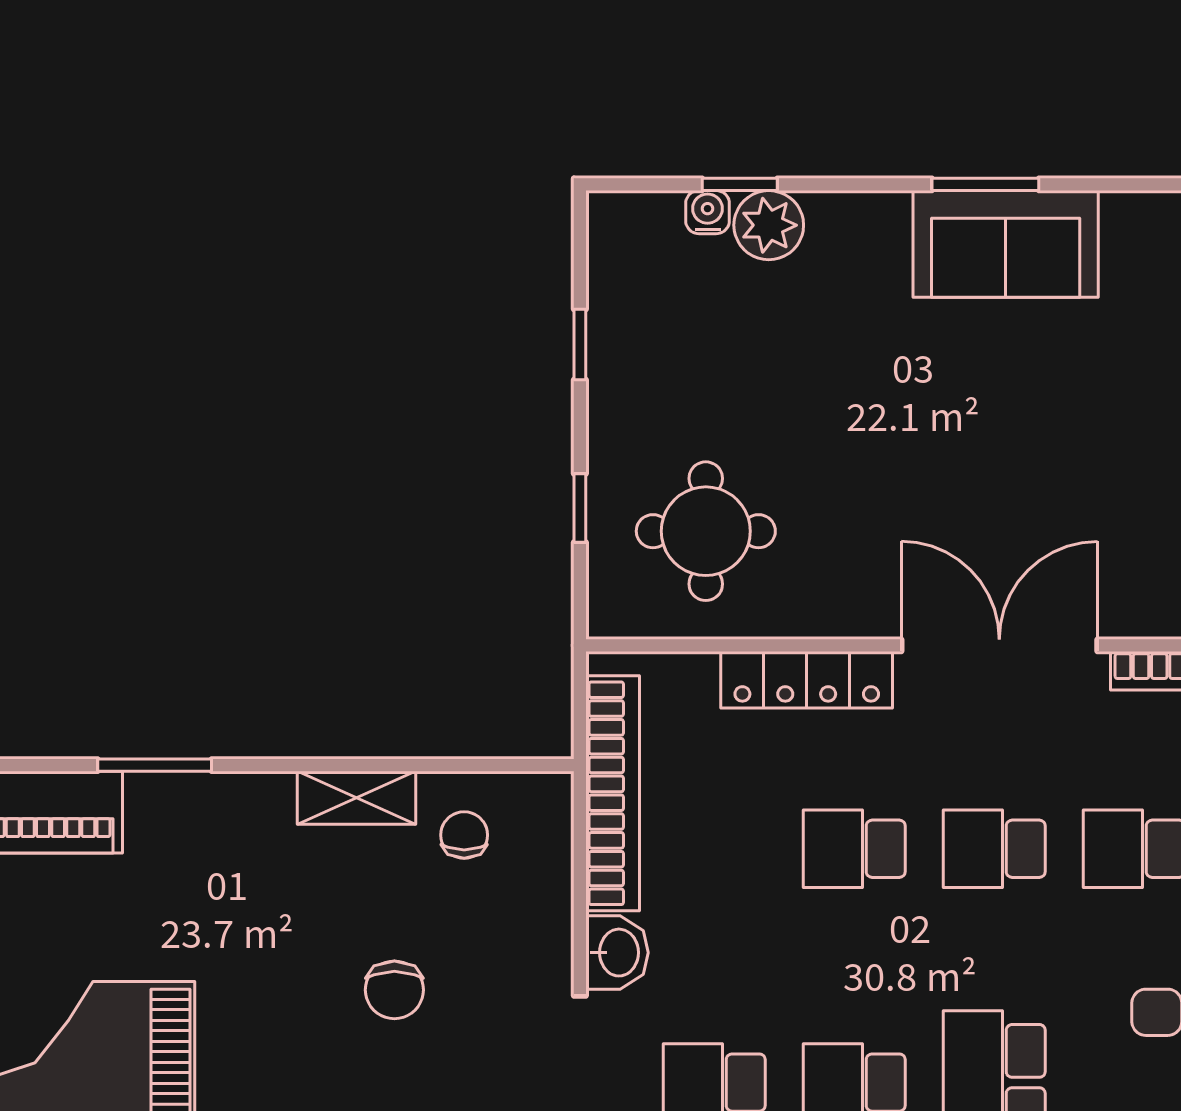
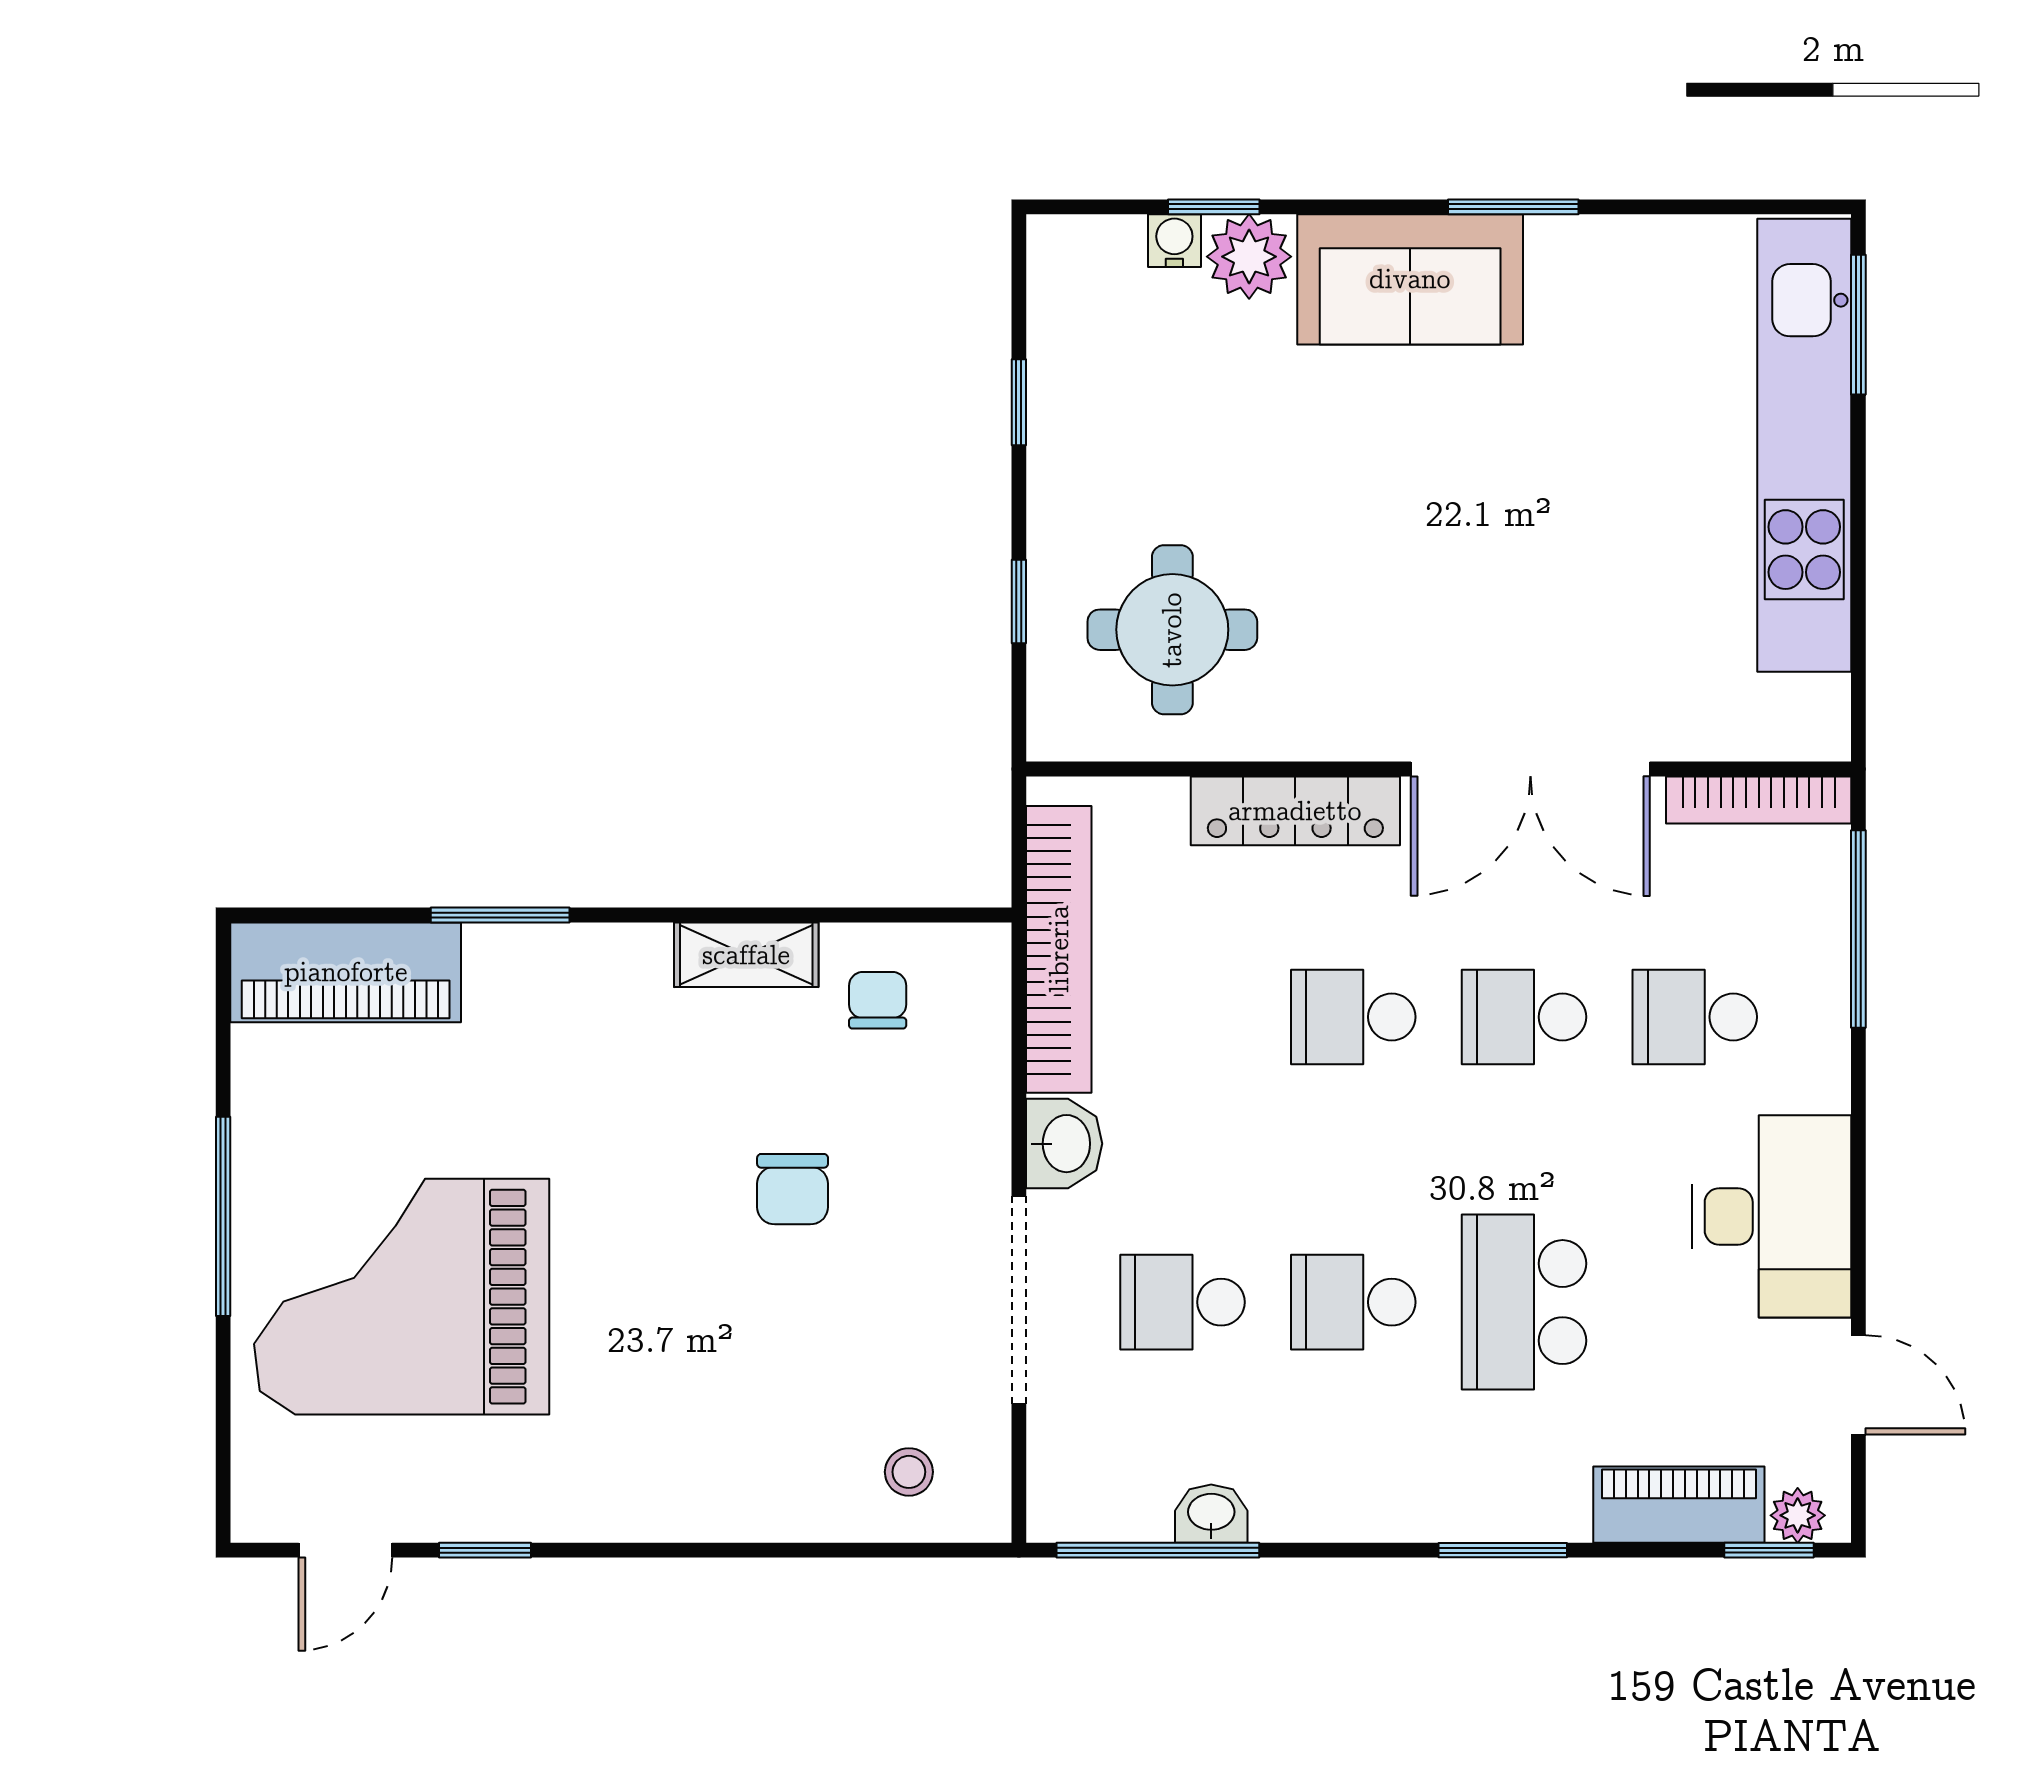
sofa: (1006, 244) -> (1410, 279), moved
double door: (999, 645) -> (1530, 769), swing flipped

